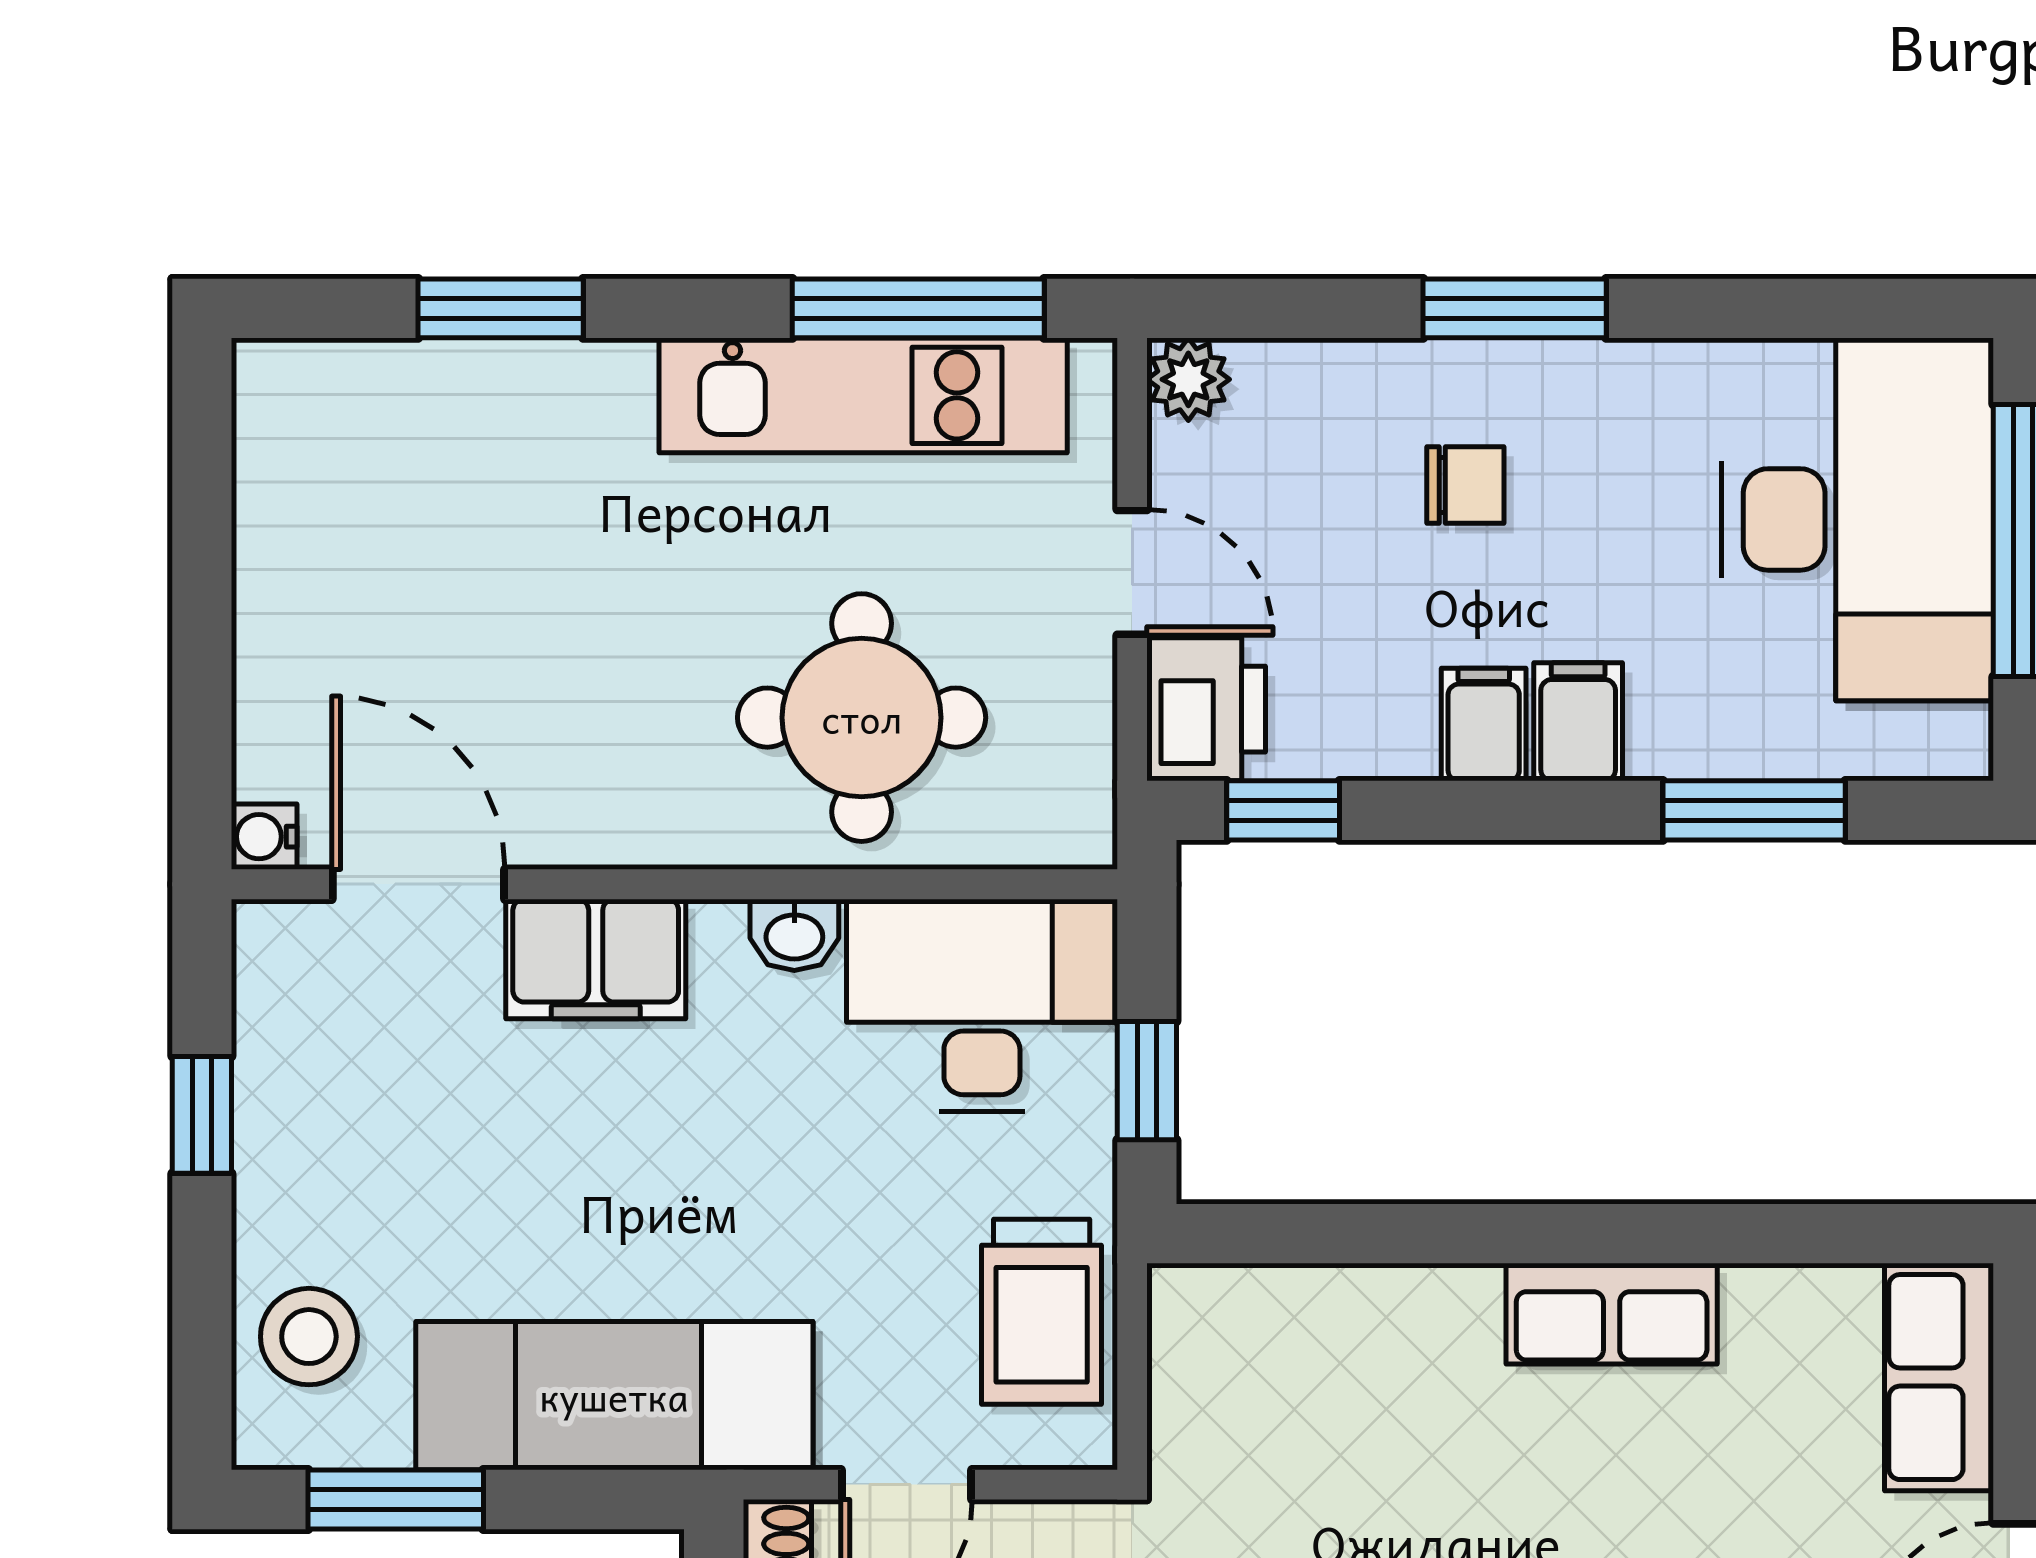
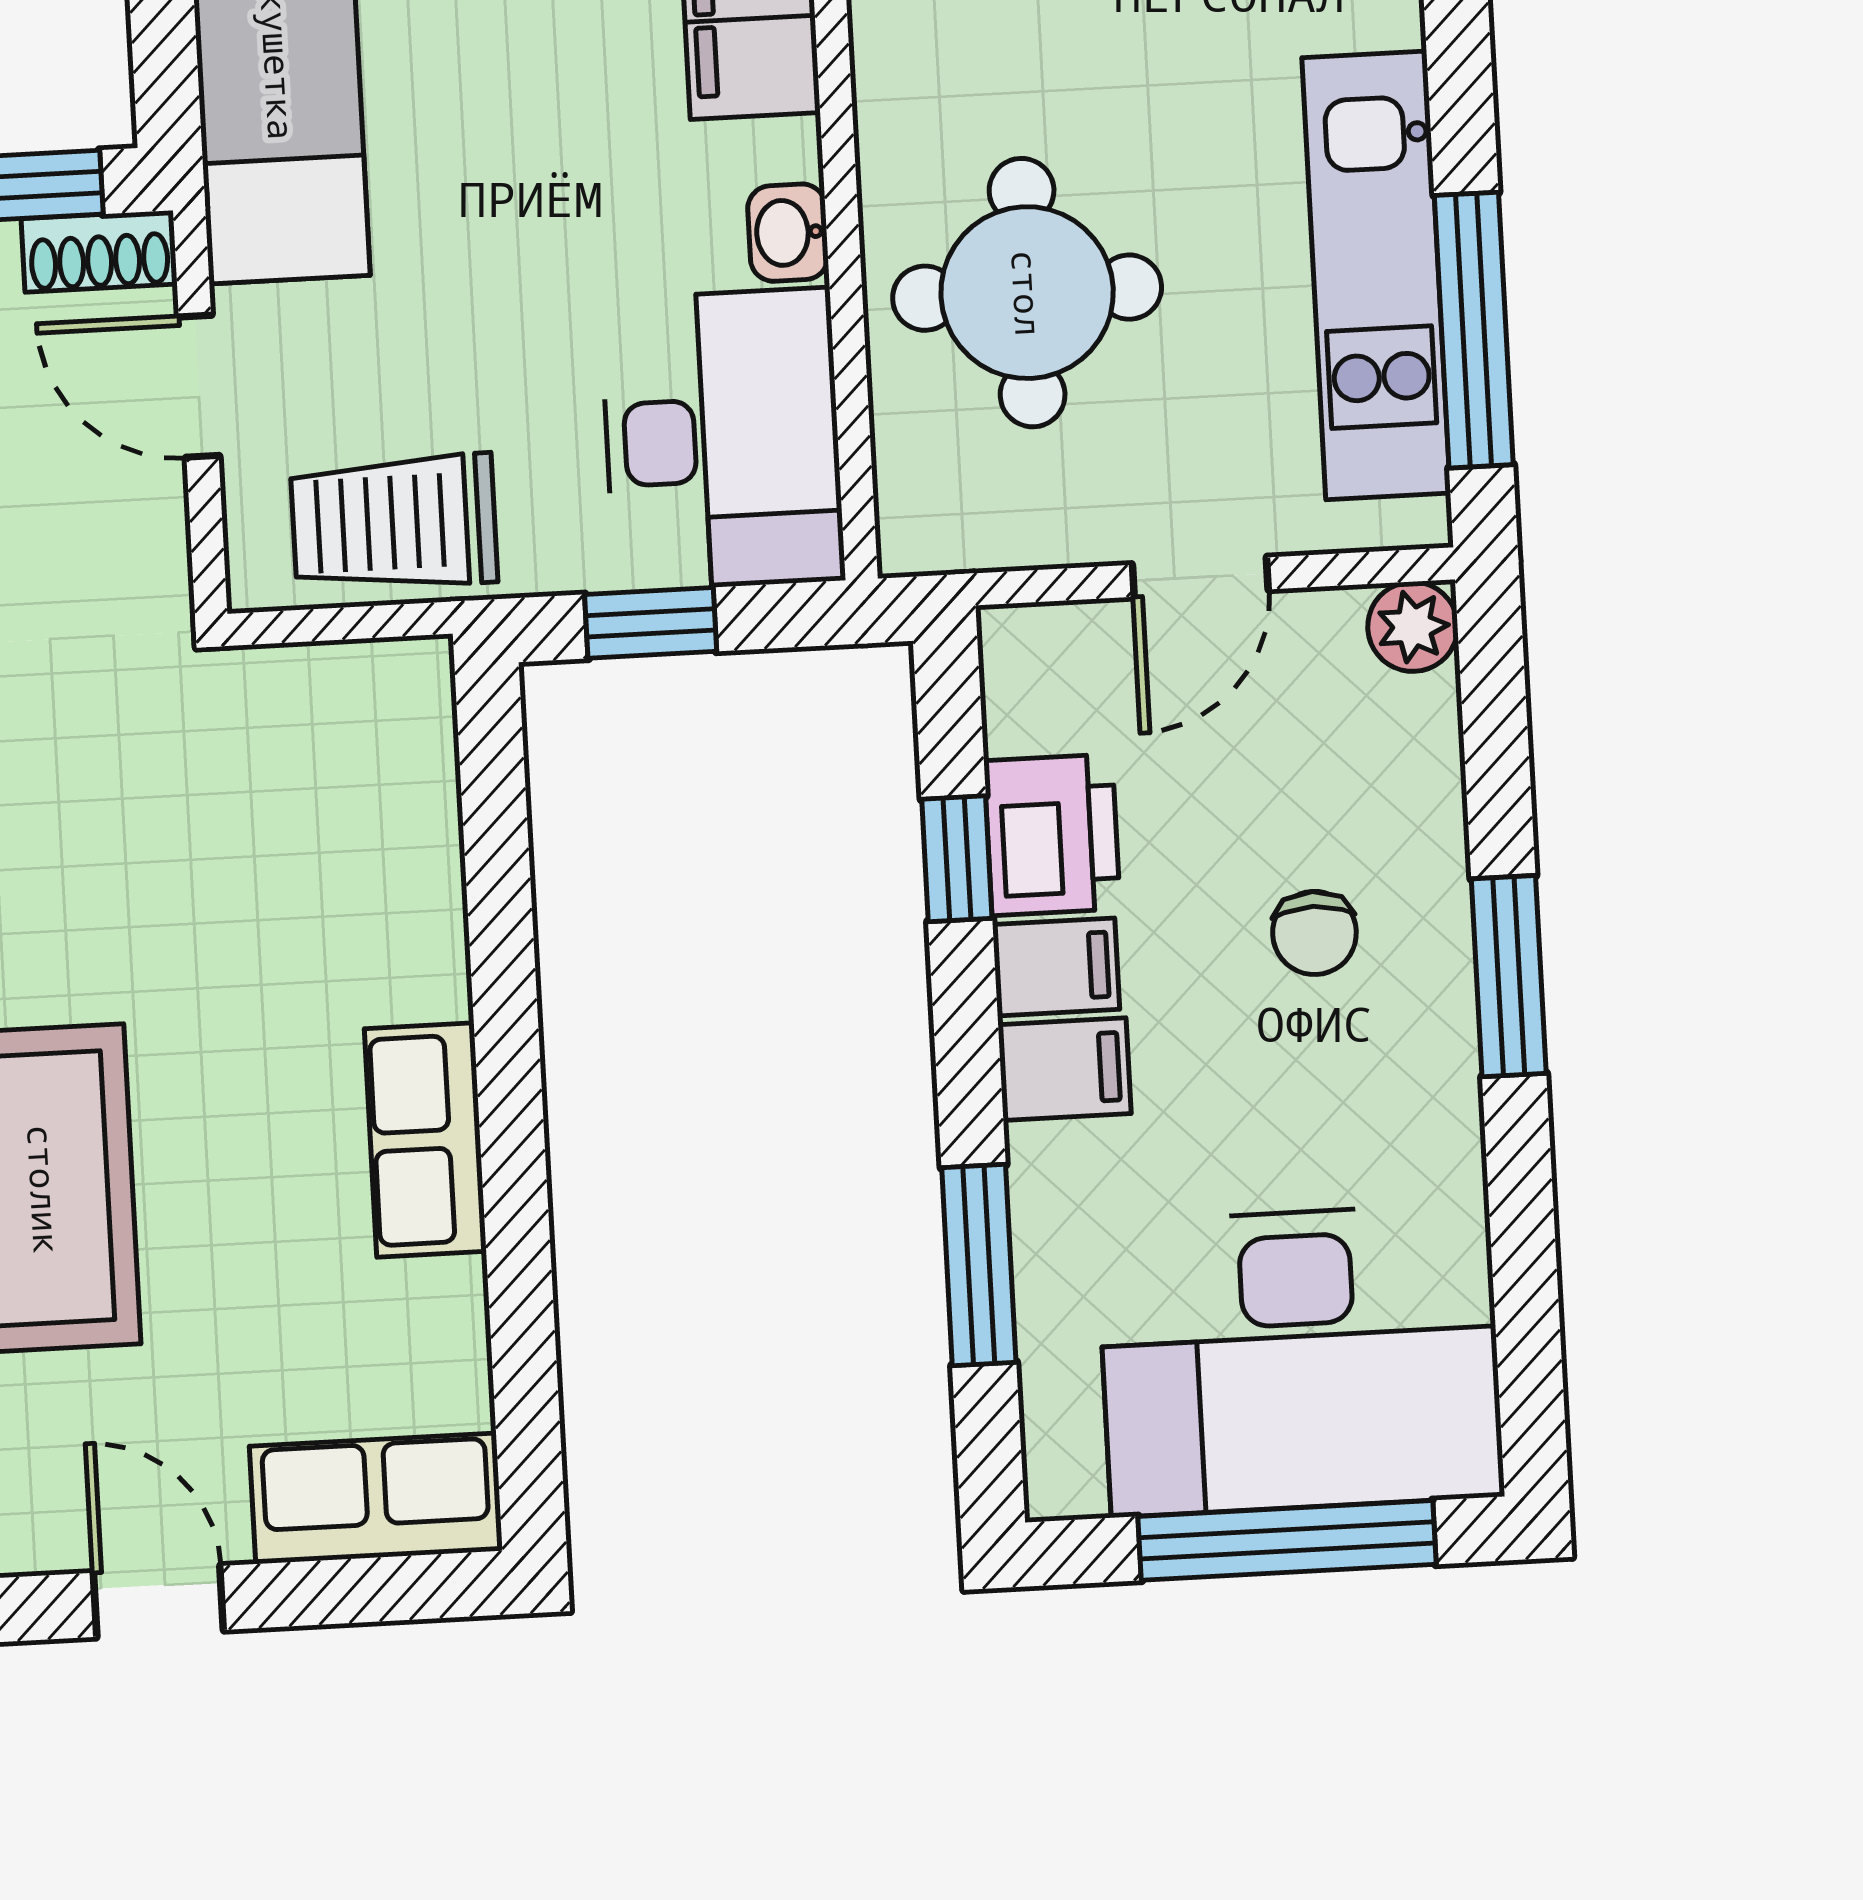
printer: (1206, 709) -> (1052, 835), moved, turned -90
window: (1283, 810) -> (957, 859), moved

